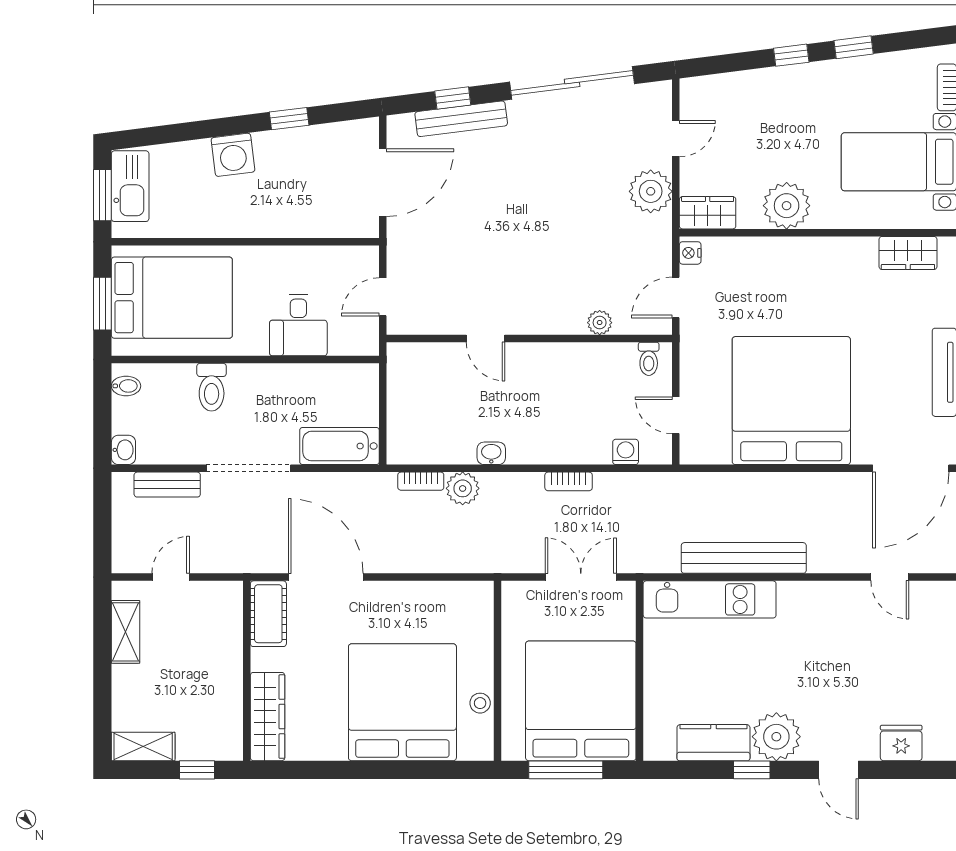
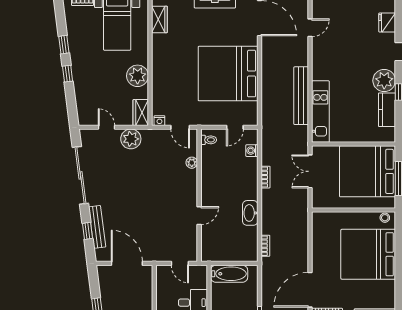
bathtub: (339, 446) -> (229, 274), moved, turned -90
washbasin: (491, 453) -> (250, 213), width x1.91, depth x1.45
plant: (463, 488) -> (269, 226), removed
stool: (480, 703) -> (385, 218), moved

